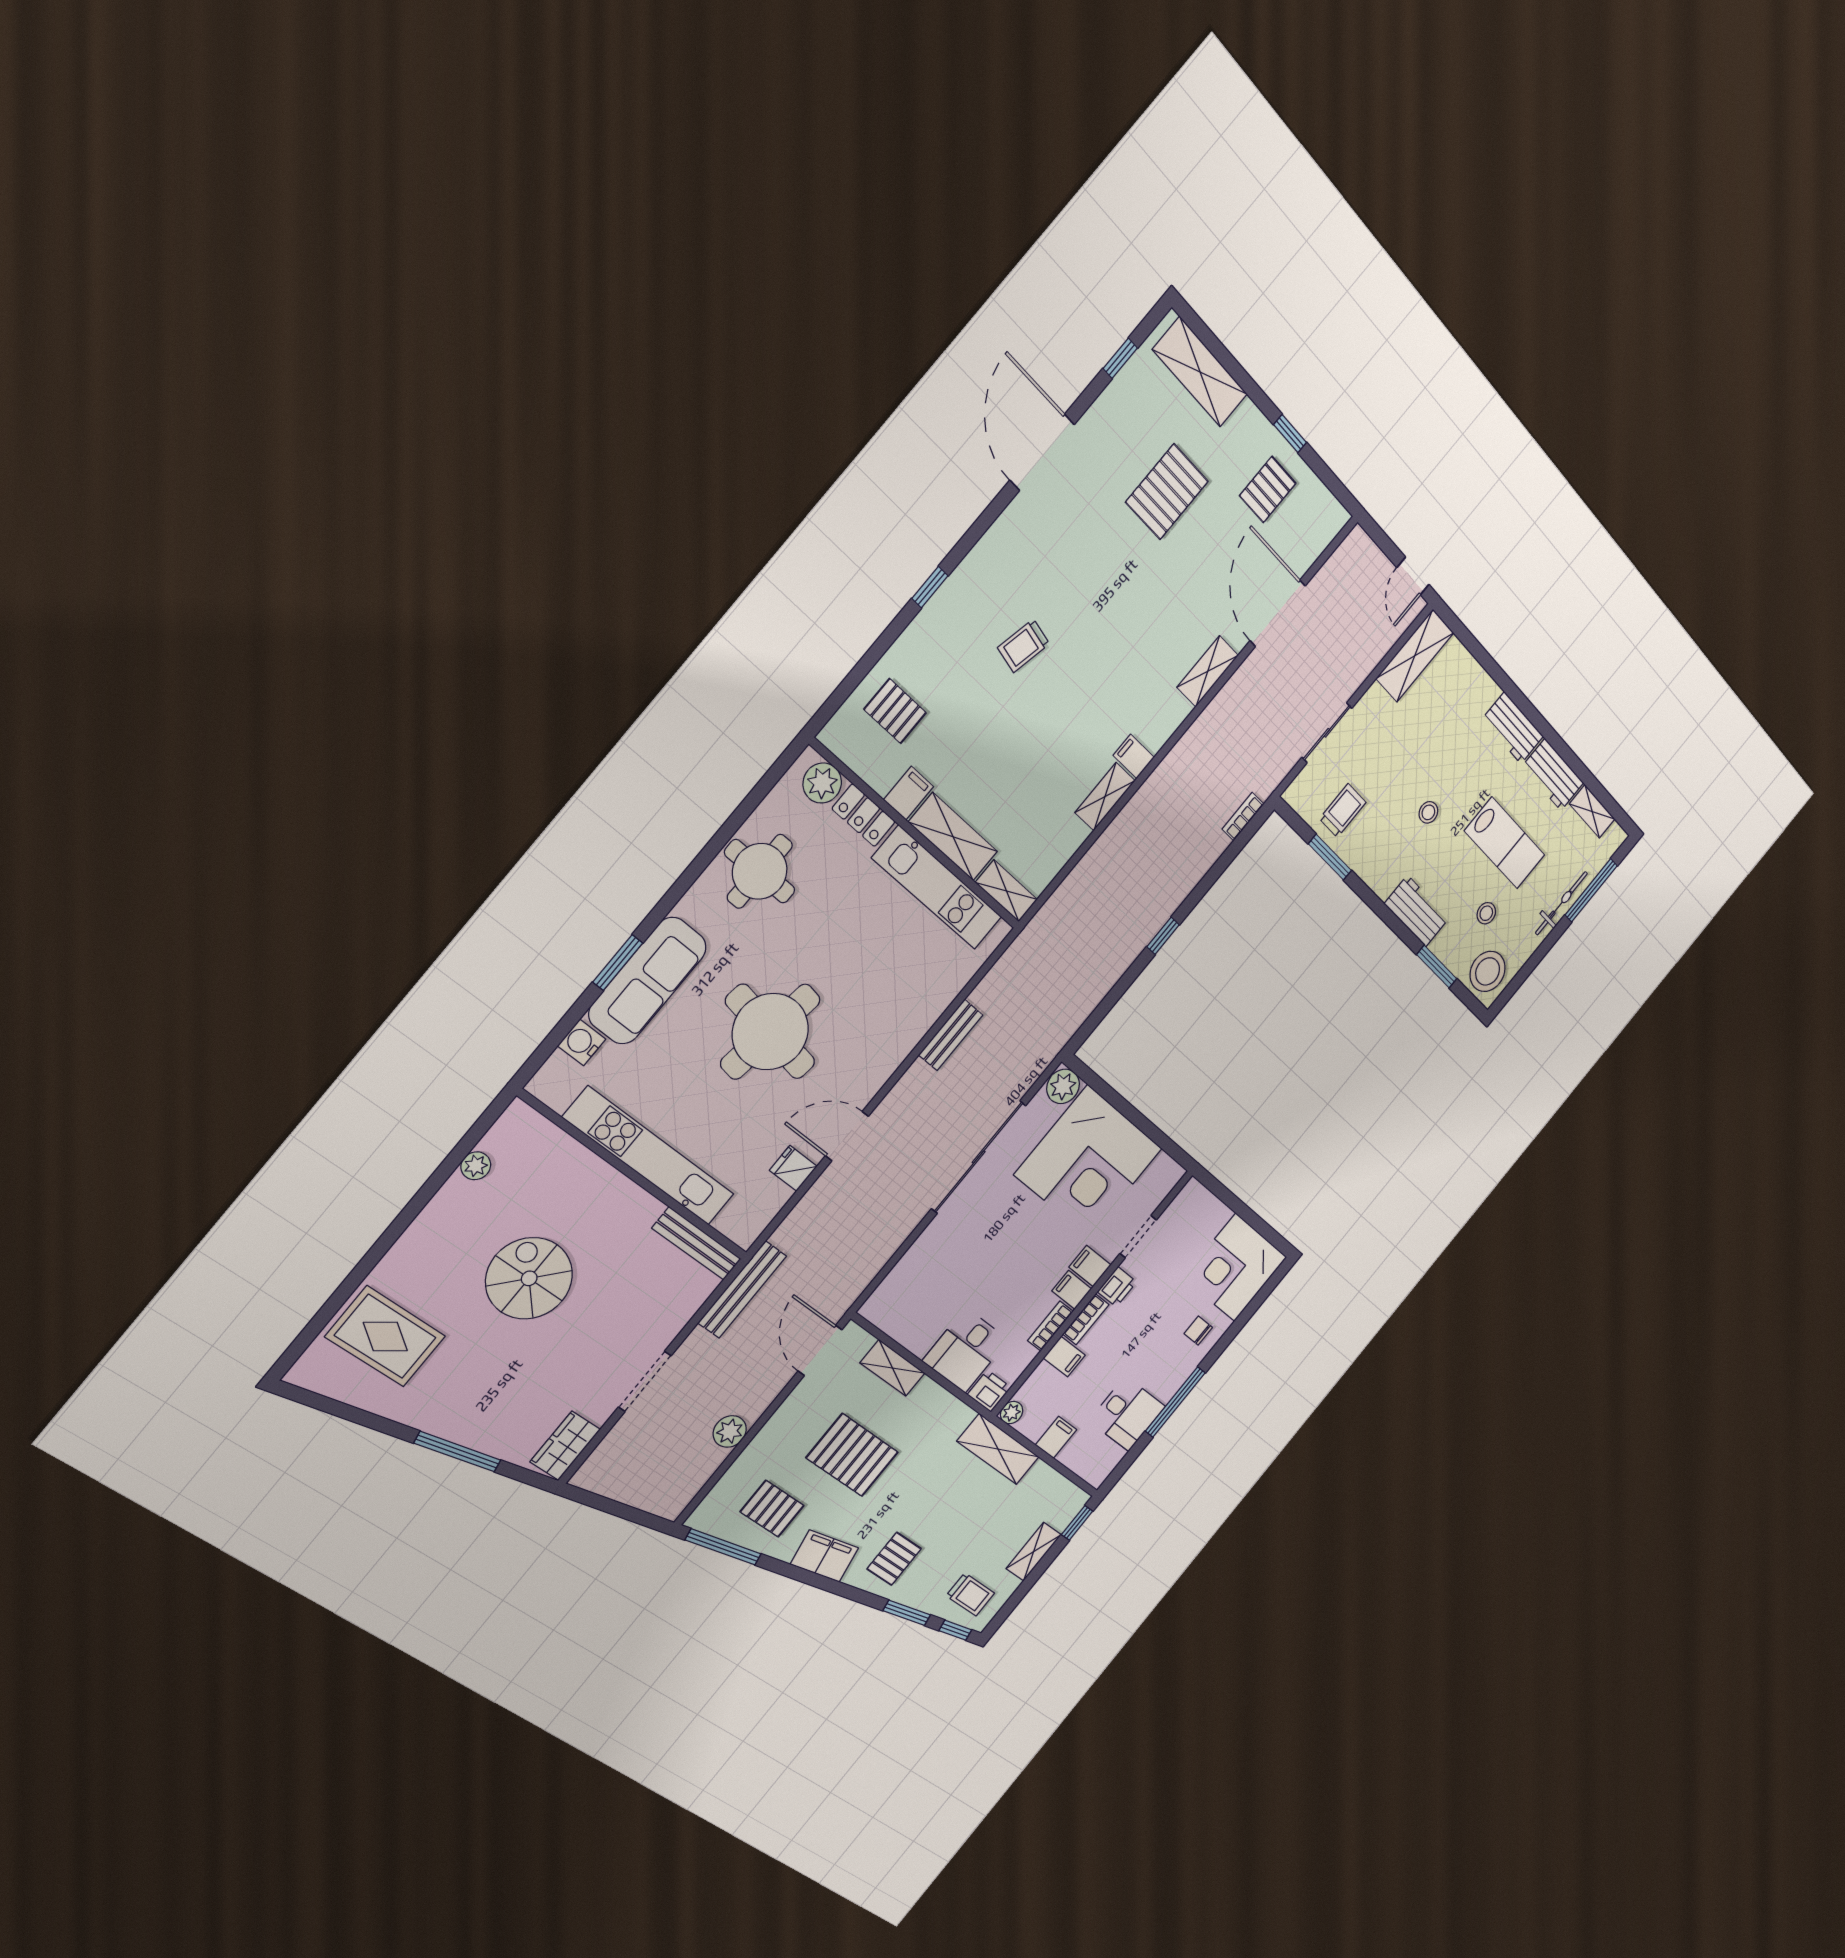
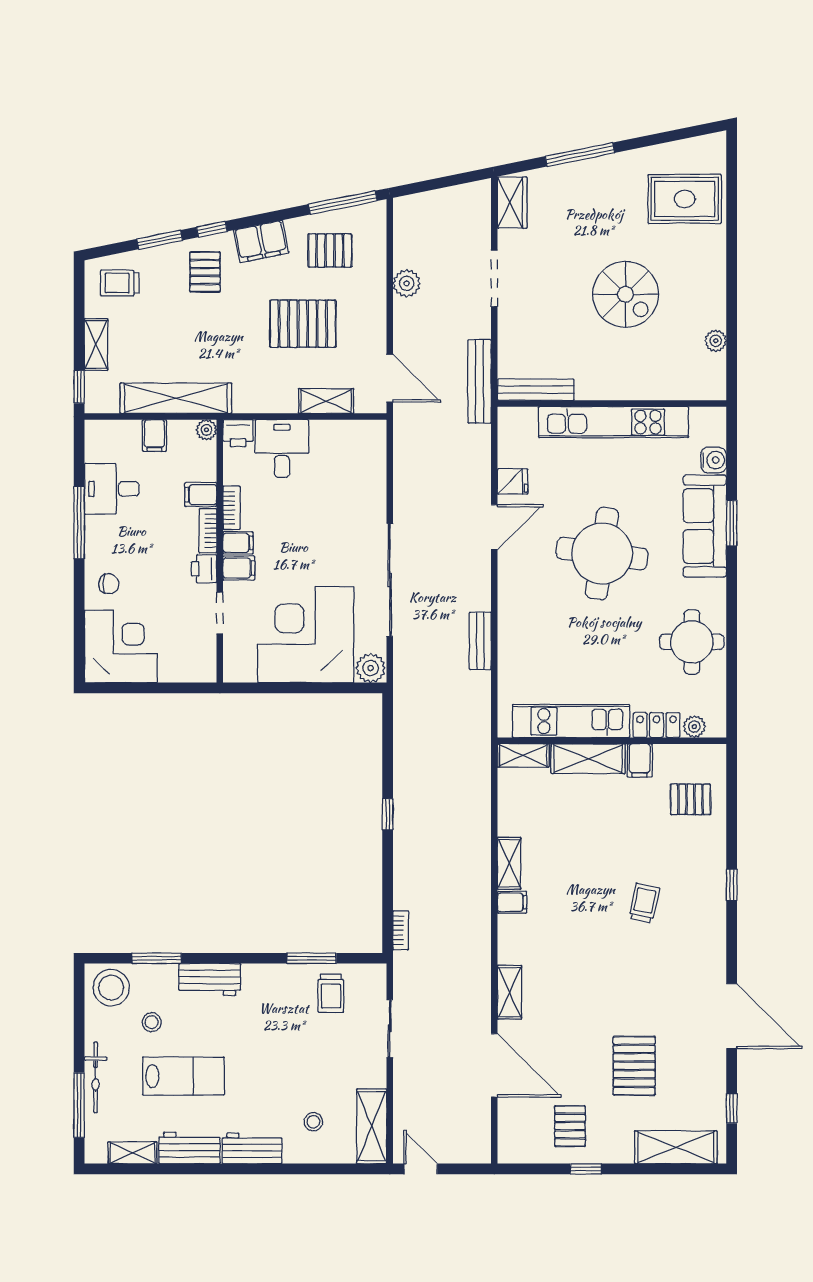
plant: (822, 783) -> (694, 727), width x0.73, depth x0.73
stool: (1428, 812) -> (313, 1122), moved
lab bench: (1505, 843) -> (183, 1076), turned 180
shelving: (998, 1449) -> (176, 398), width x1.47
window: (955, 1630) -> (212, 229), moved

